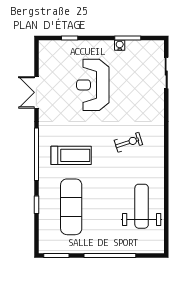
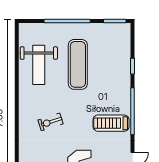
treadmill: (71, 155) -> (111, 123), moved
exercise mat: (71, 207) -> (78, 64), moved

